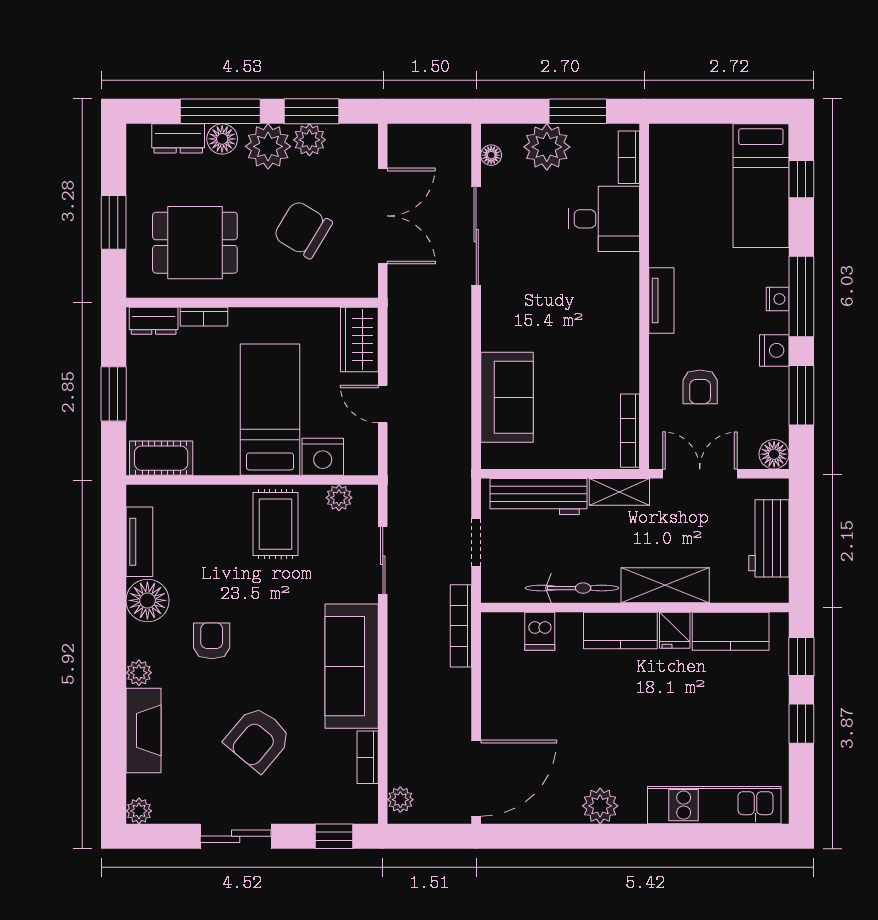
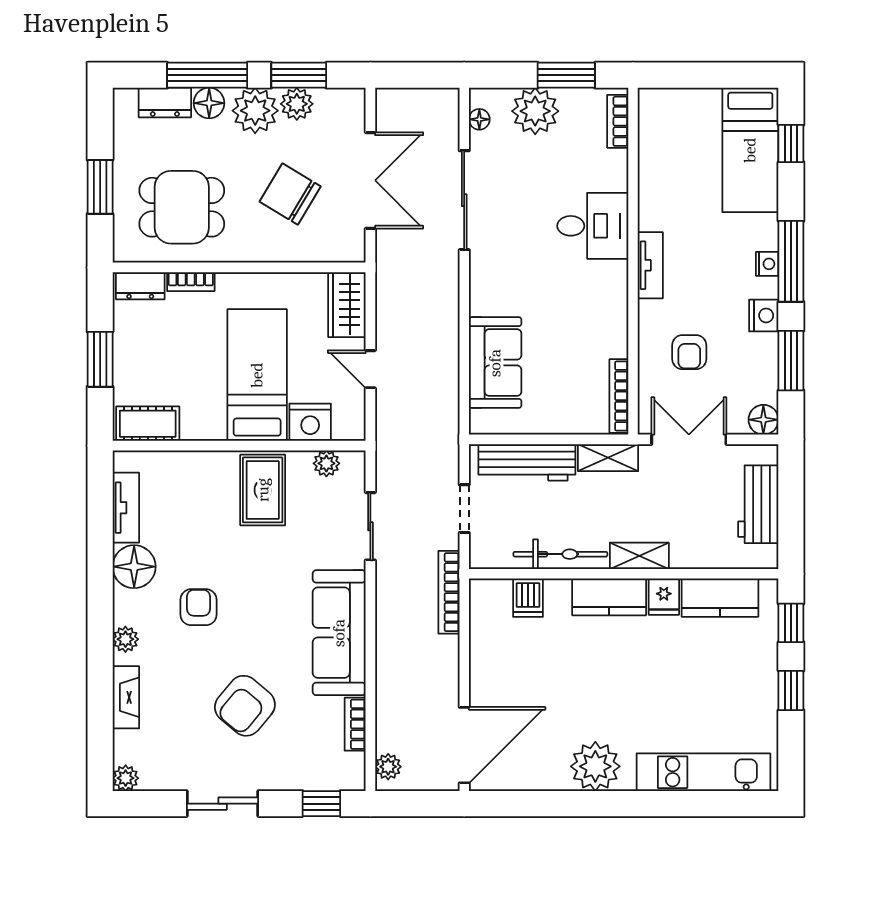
desk: (604, 219) -> (593, 226), moved
shelving: (665, 585) -> (639, 556), width x0.67, depth x0.75
fireplace: (144, 730) -> (126, 697), width x0.73, depth x0.76
plant: (600, 806) -> (595, 766), width x1.36, depth x1.36

